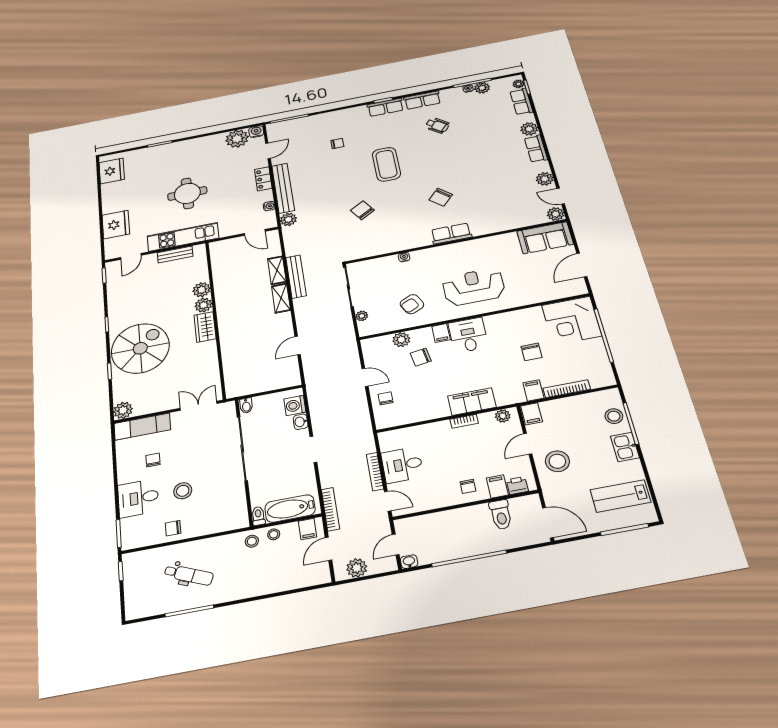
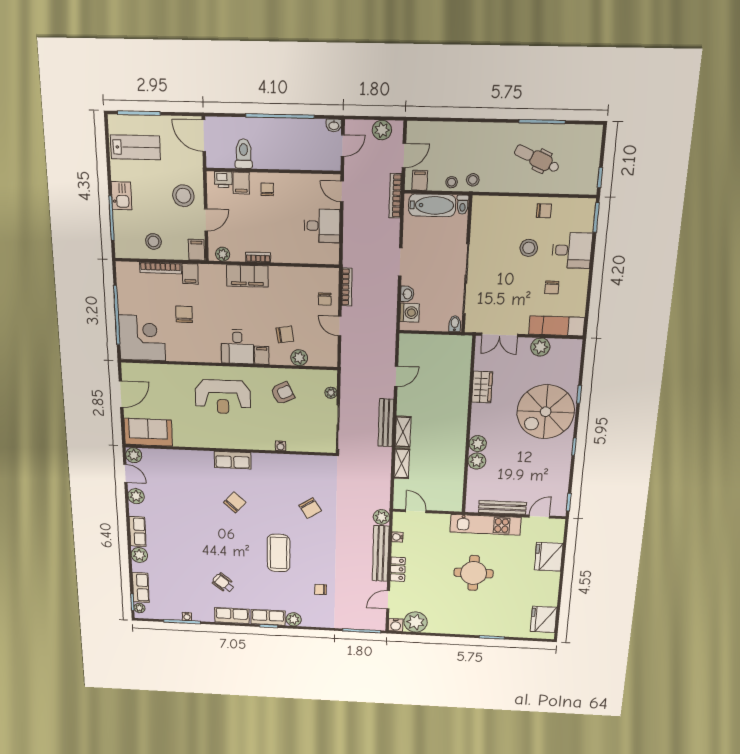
plant: (482, 88) -> (294, 619), moved
bench: (175, 254) -> (502, 507), width x1.36
bench: (296, 277) -> (386, 423), moved
wardrobe: (205, 327) -> (482, 387), moved
plant: (123, 410) -> (540, 347), moved
stool: (614, 416) -> (153, 241), moved
bookcase: (375, 472) -> (347, 287), moved

